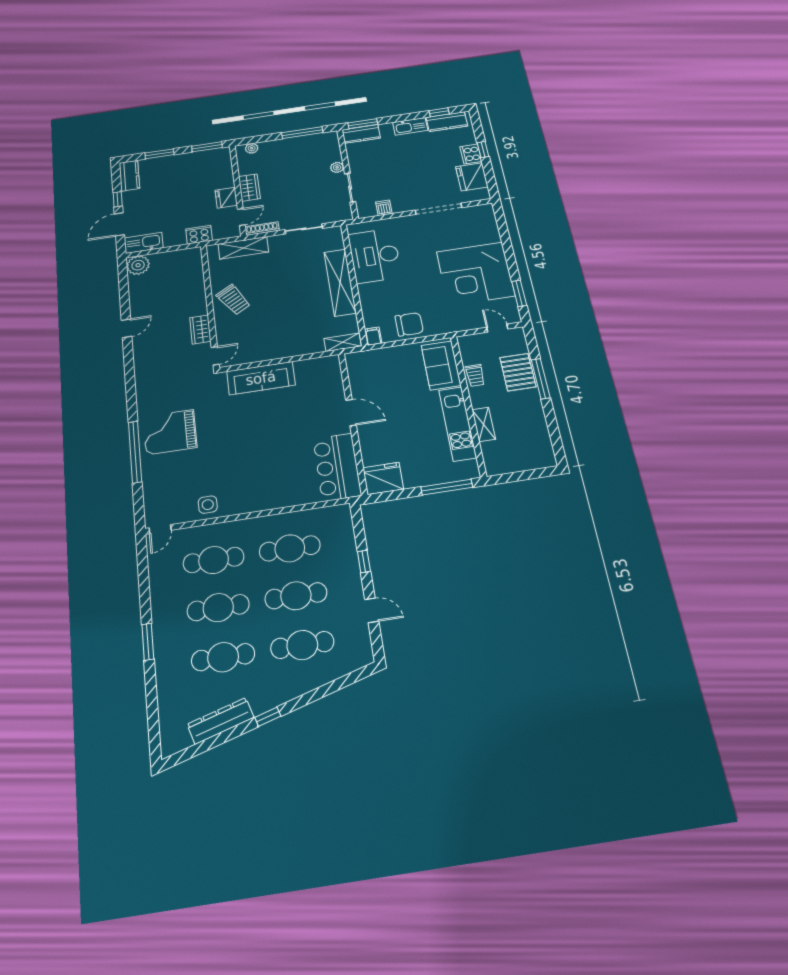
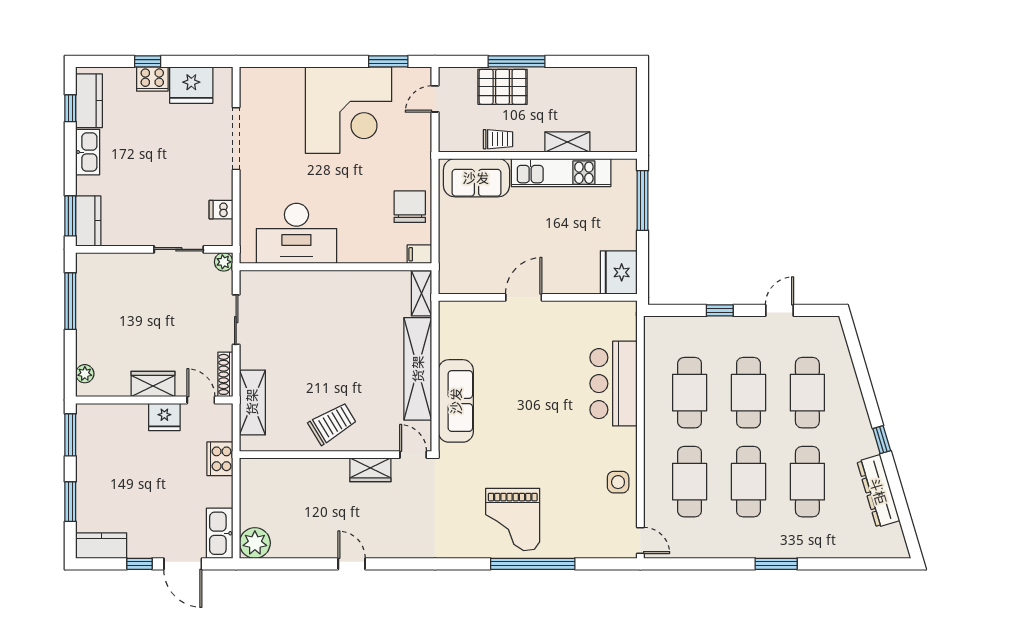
plant: (337, 167) -> (224, 262), moved
shelving: (340, 282) -> (418, 369), moved, turned 90
bar counter: (337, 467) -> (613, 384), moved, turned 90

